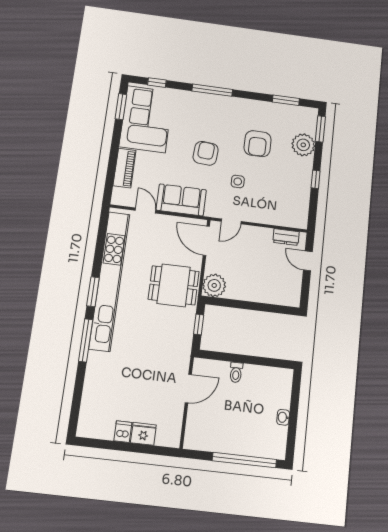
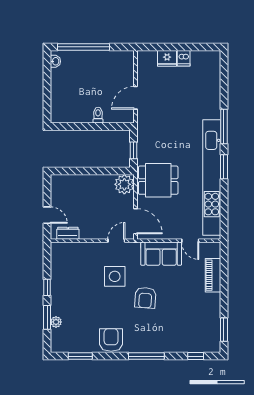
corner sofa: (146, 119) -> (200, 321), removed
window: (320, 129) -> (47, 317), moved
armchair: (258, 144) -> (111, 340), moved
plant: (303, 145) -> (56, 322), width x0.53, depth x0.53
side table: (238, 181) -> (115, 276), width x1.87, depth x1.87
washbasin: (283, 417) -> (55, 61), moved

